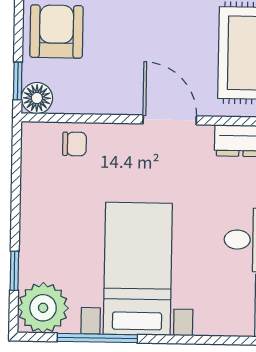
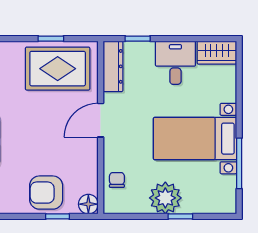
window: (18, 81) -> (58, 216), moved
window: (14, 271) -> (180, 216), moved
plant: (43, 308) -> (165, 198), moved

